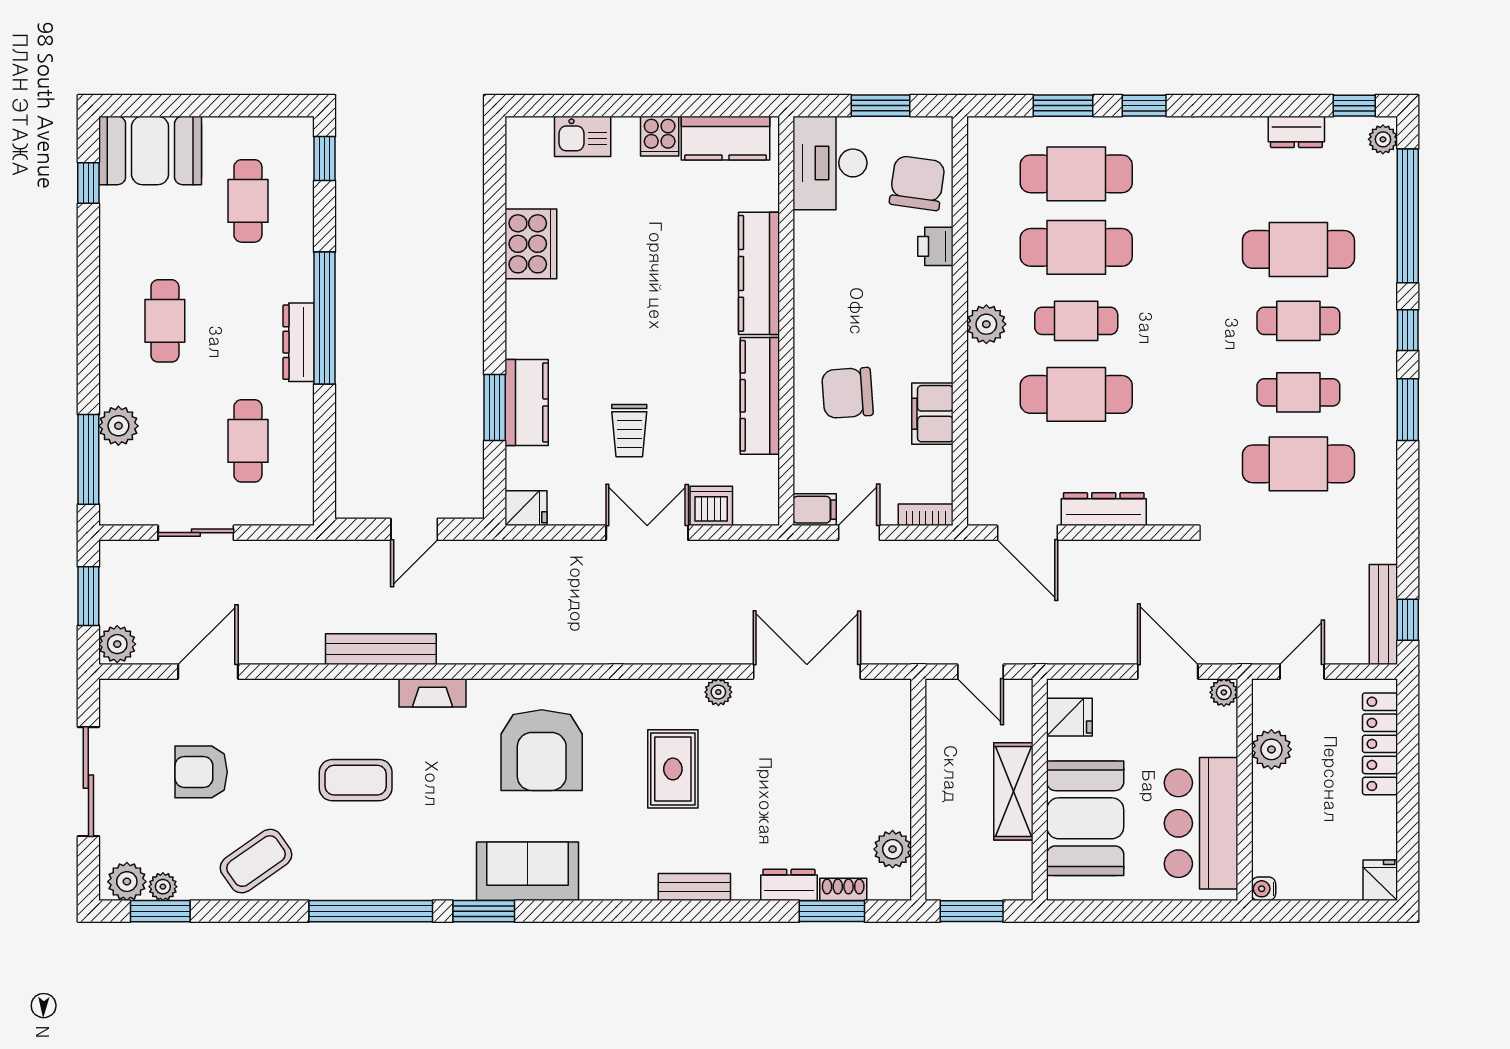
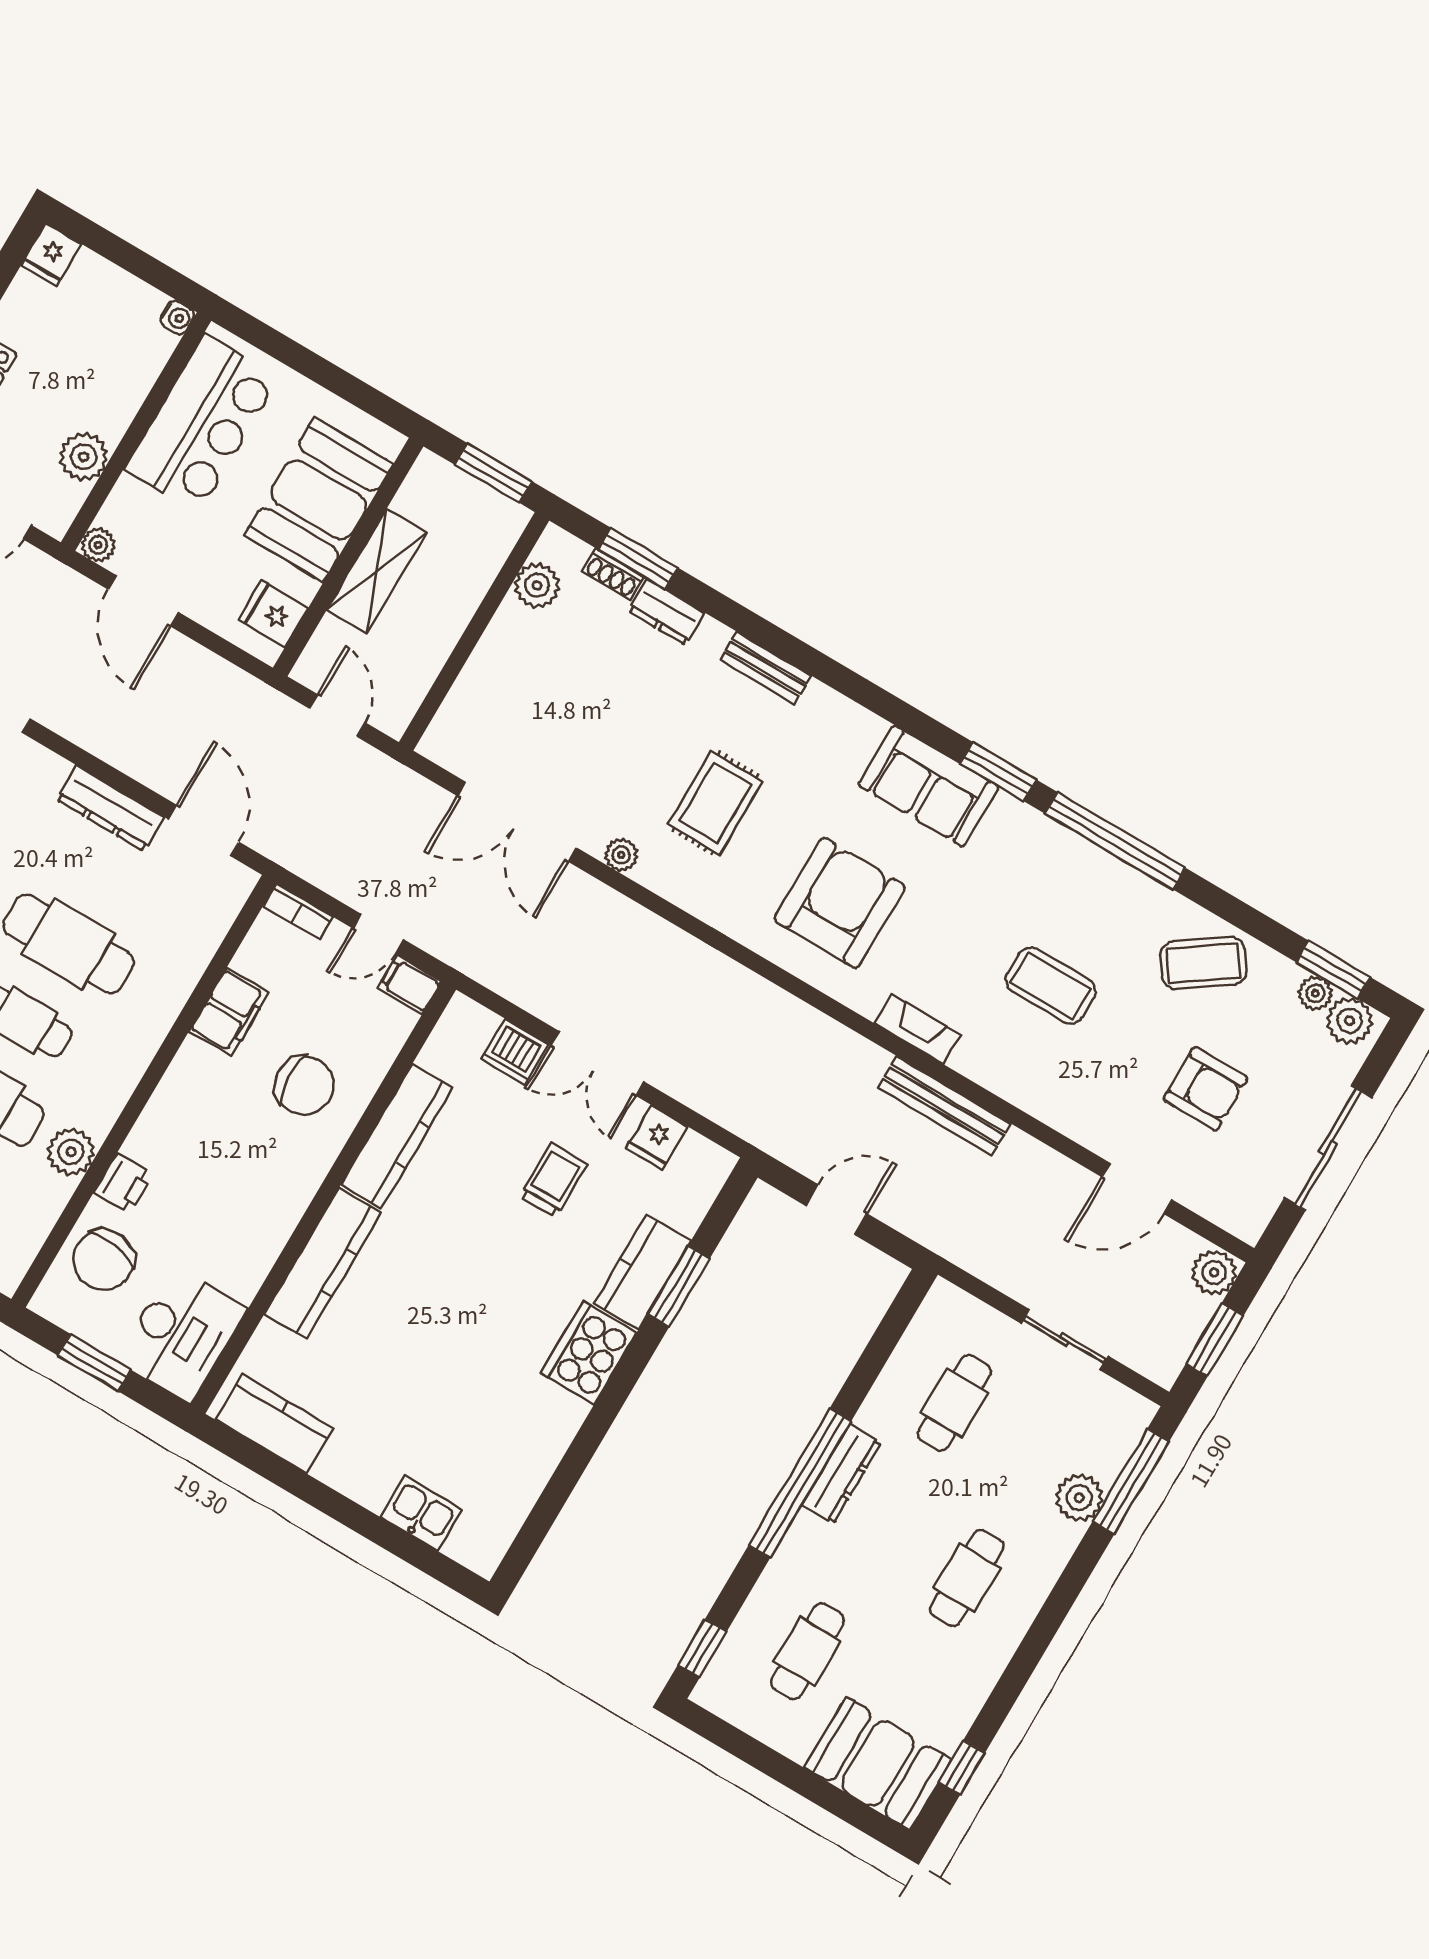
cooker: (660, 136) -> (342, 1466), removed
cooker: (531, 244) -> (589, 1353), moved
plant: (986, 324) -> (71, 1152), moved
fridge: (526, 508) -> (657, 1138), moved, turned -90

